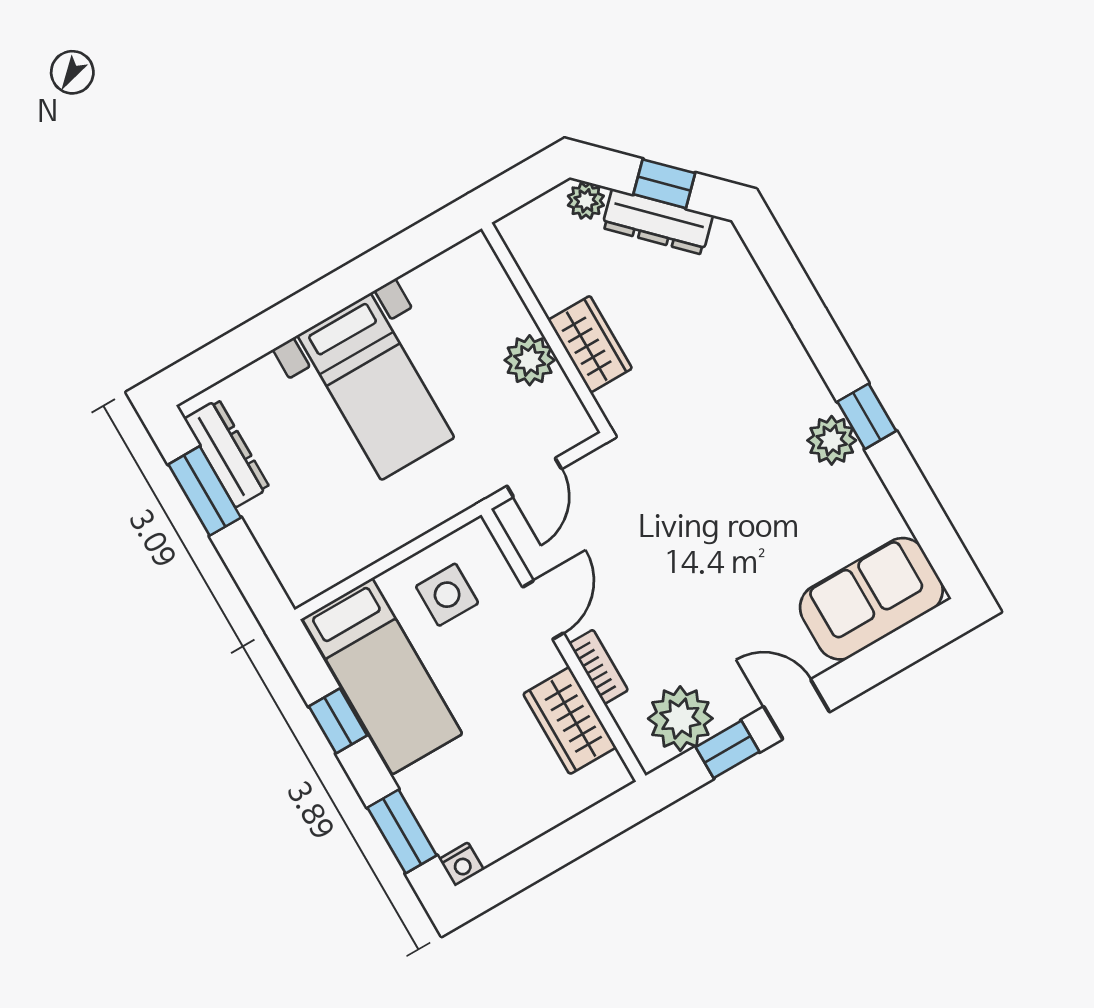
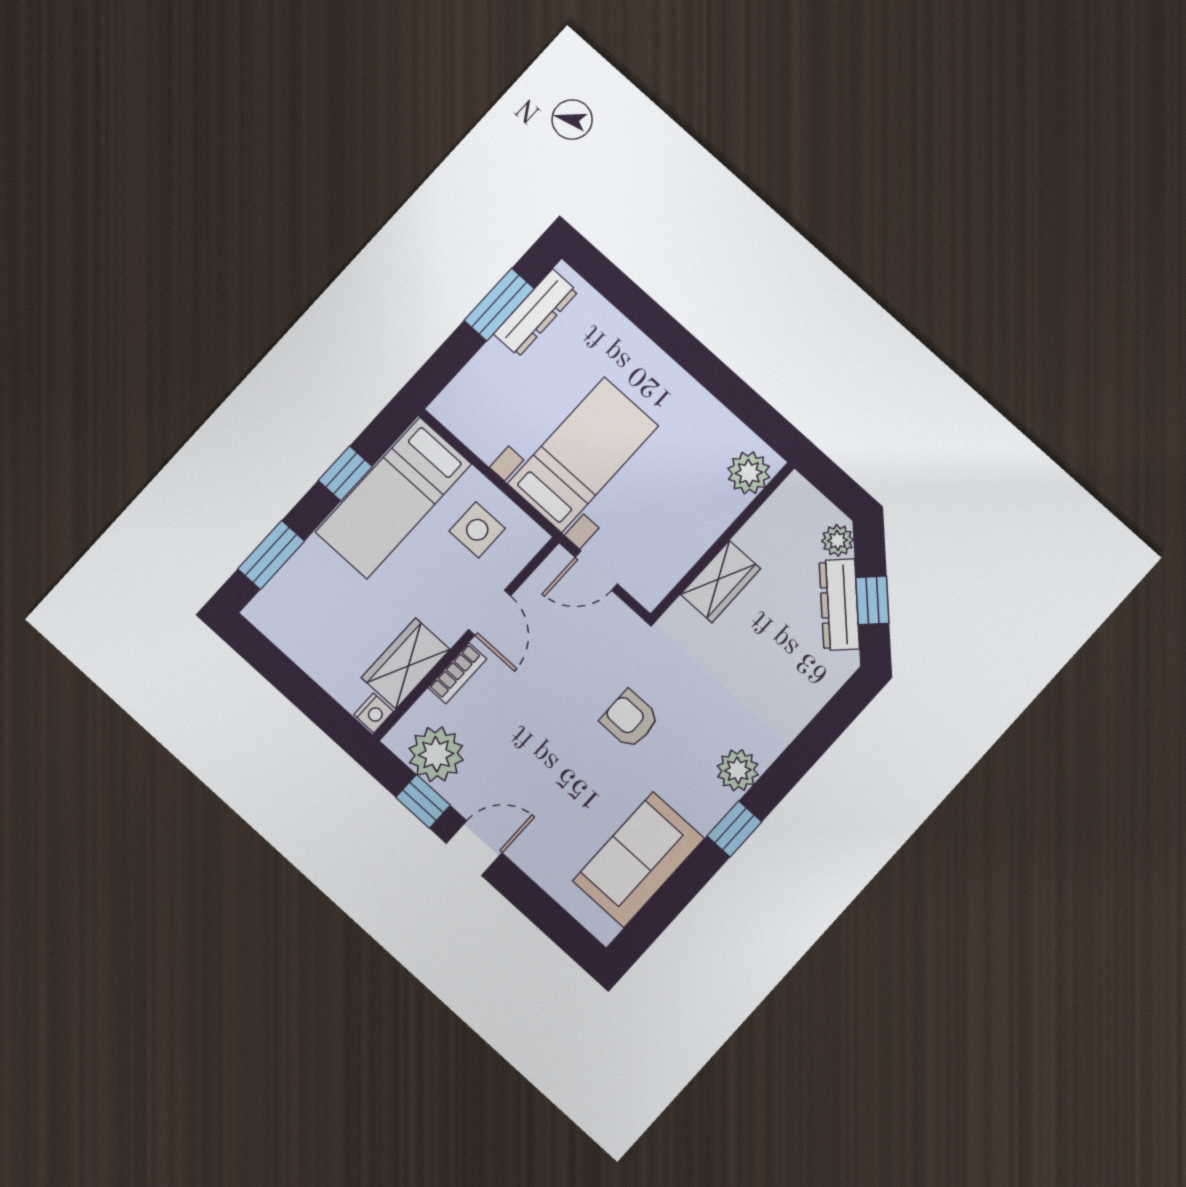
plant: (530, 360) -> (749, 473), moved
bed with nightstands: (376, 387) -> (583, 455), moved, turned 180
plant: (832, 440) -> (738, 770), moved
armchair: (710, 493) -> (630, 719), added
sofa: (871, 599) -> (639, 860), moved, turned -90
door: (543, 610) -> (490, 613), hinge flipped
door: (797, 709) -> (474, 848), hinge flipped
nightstand: (461, 864) -> (374, 713), moved, turned -90

